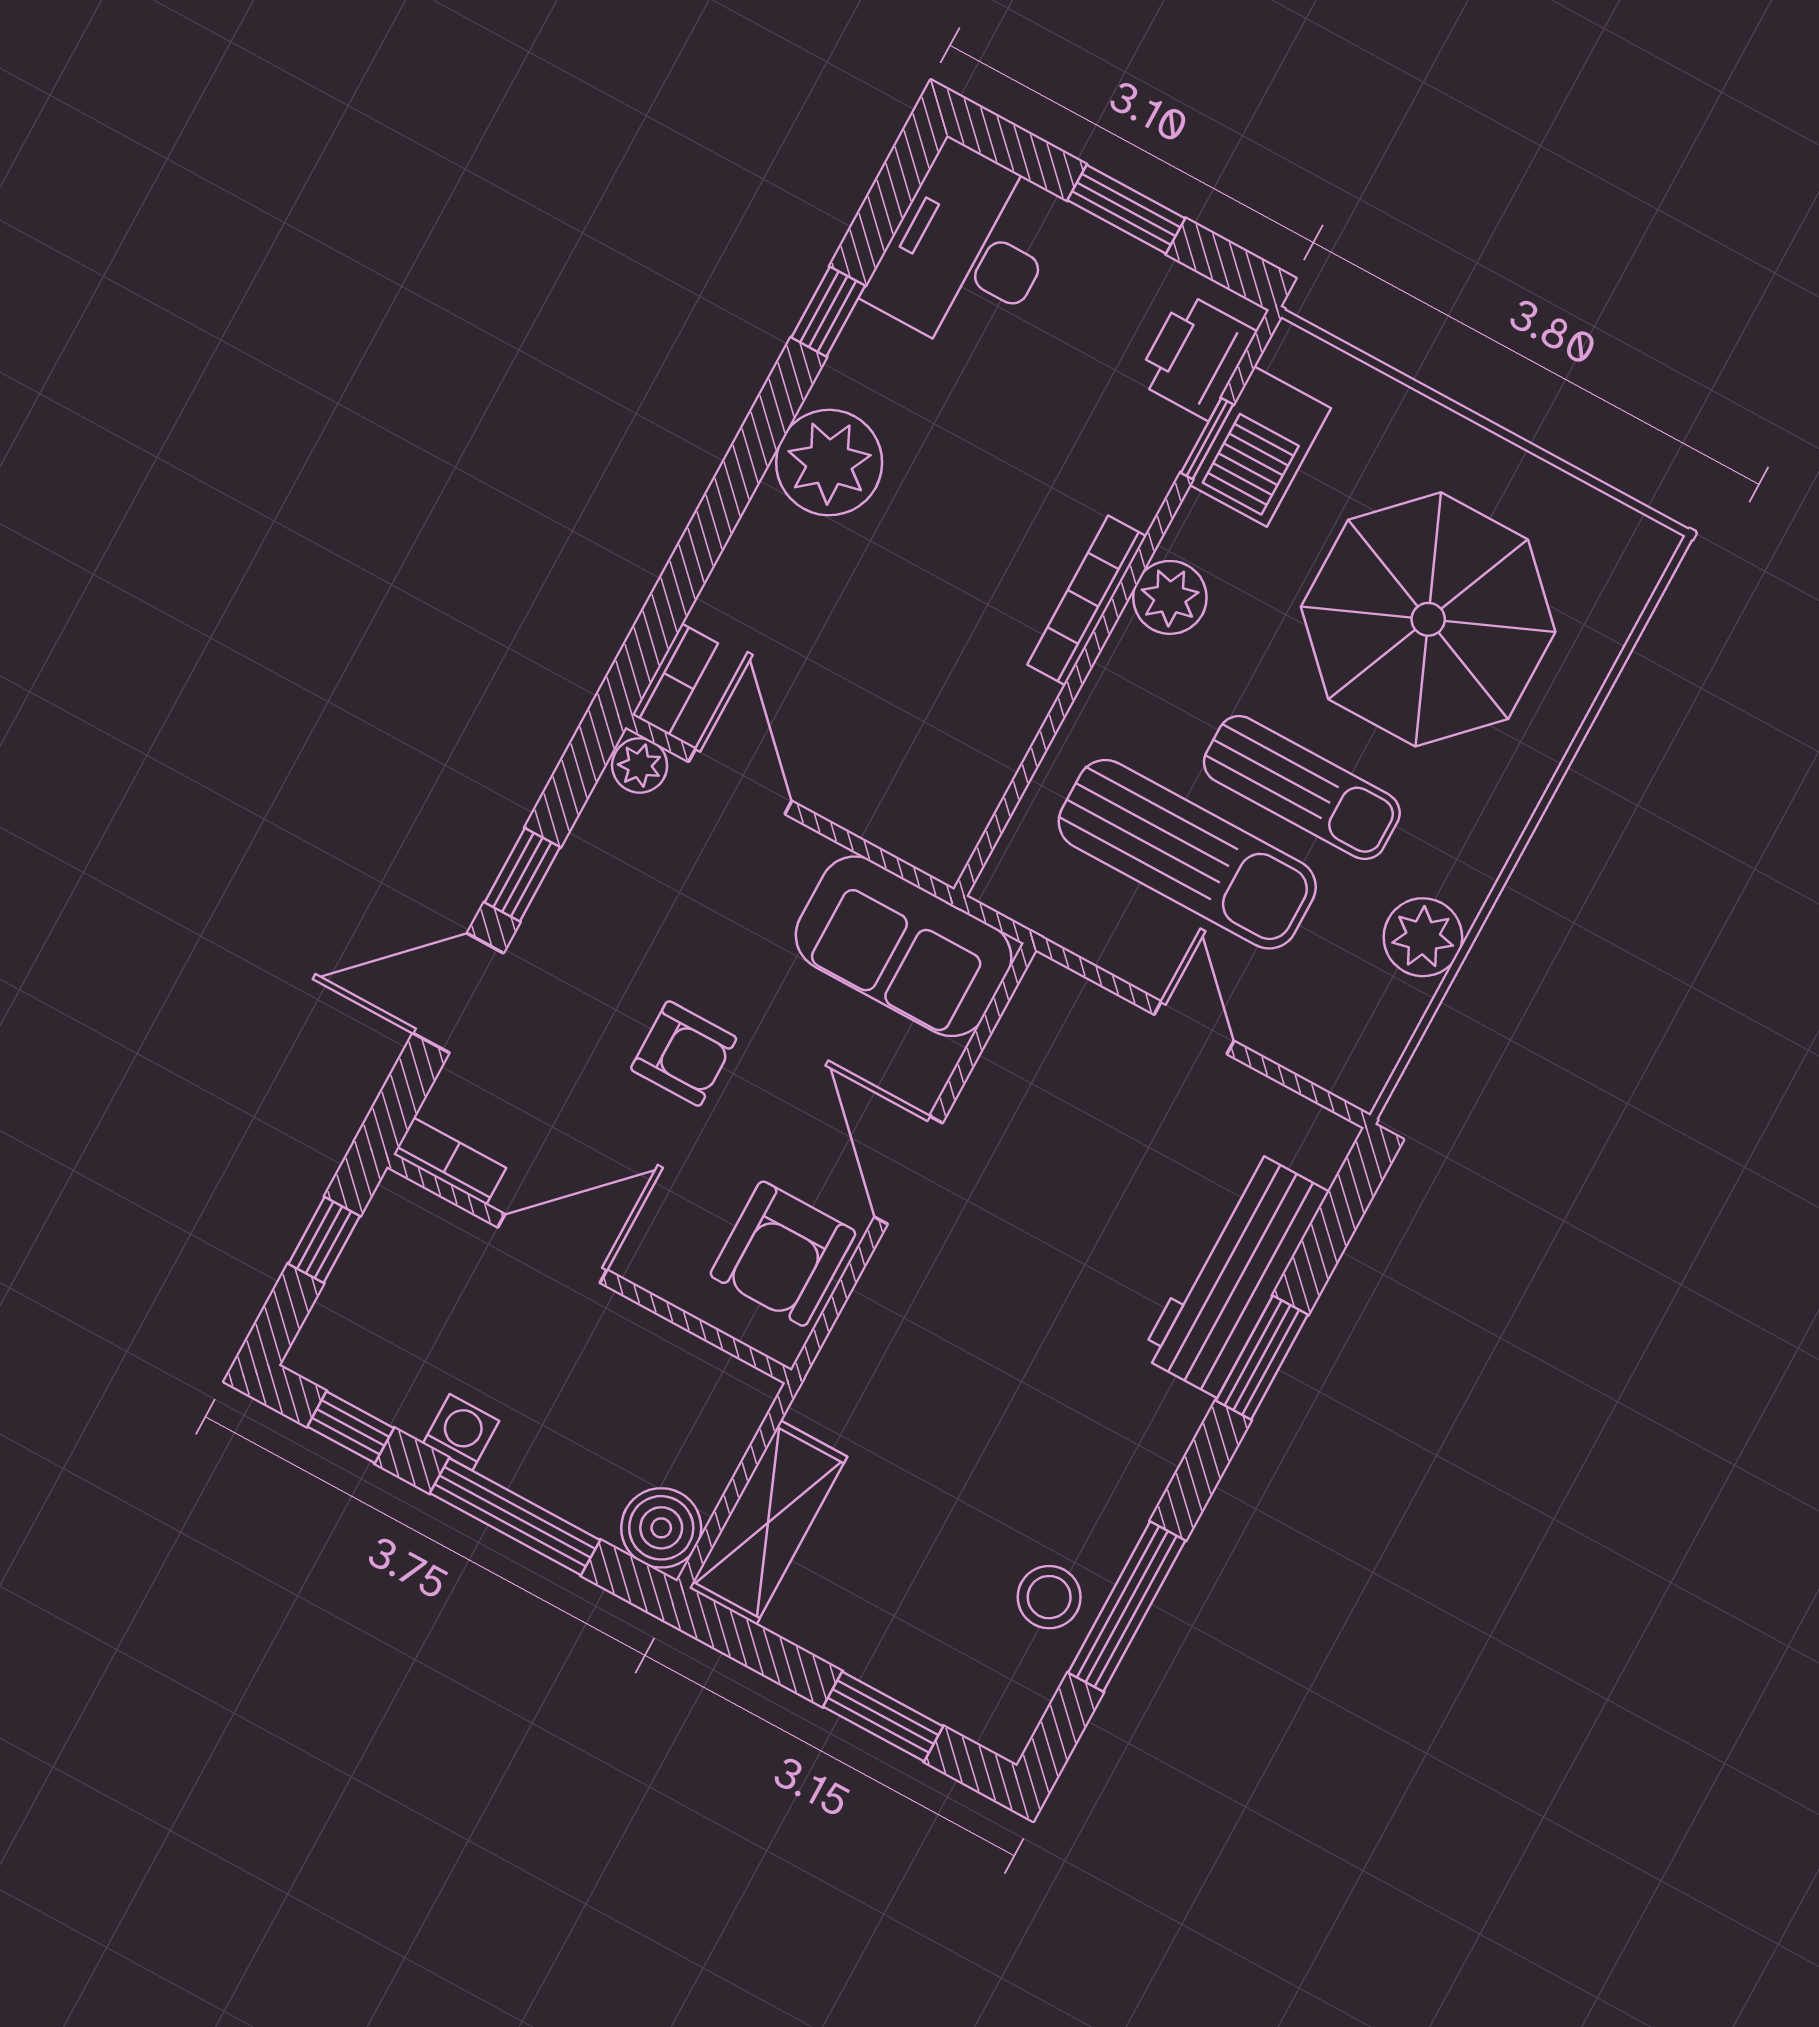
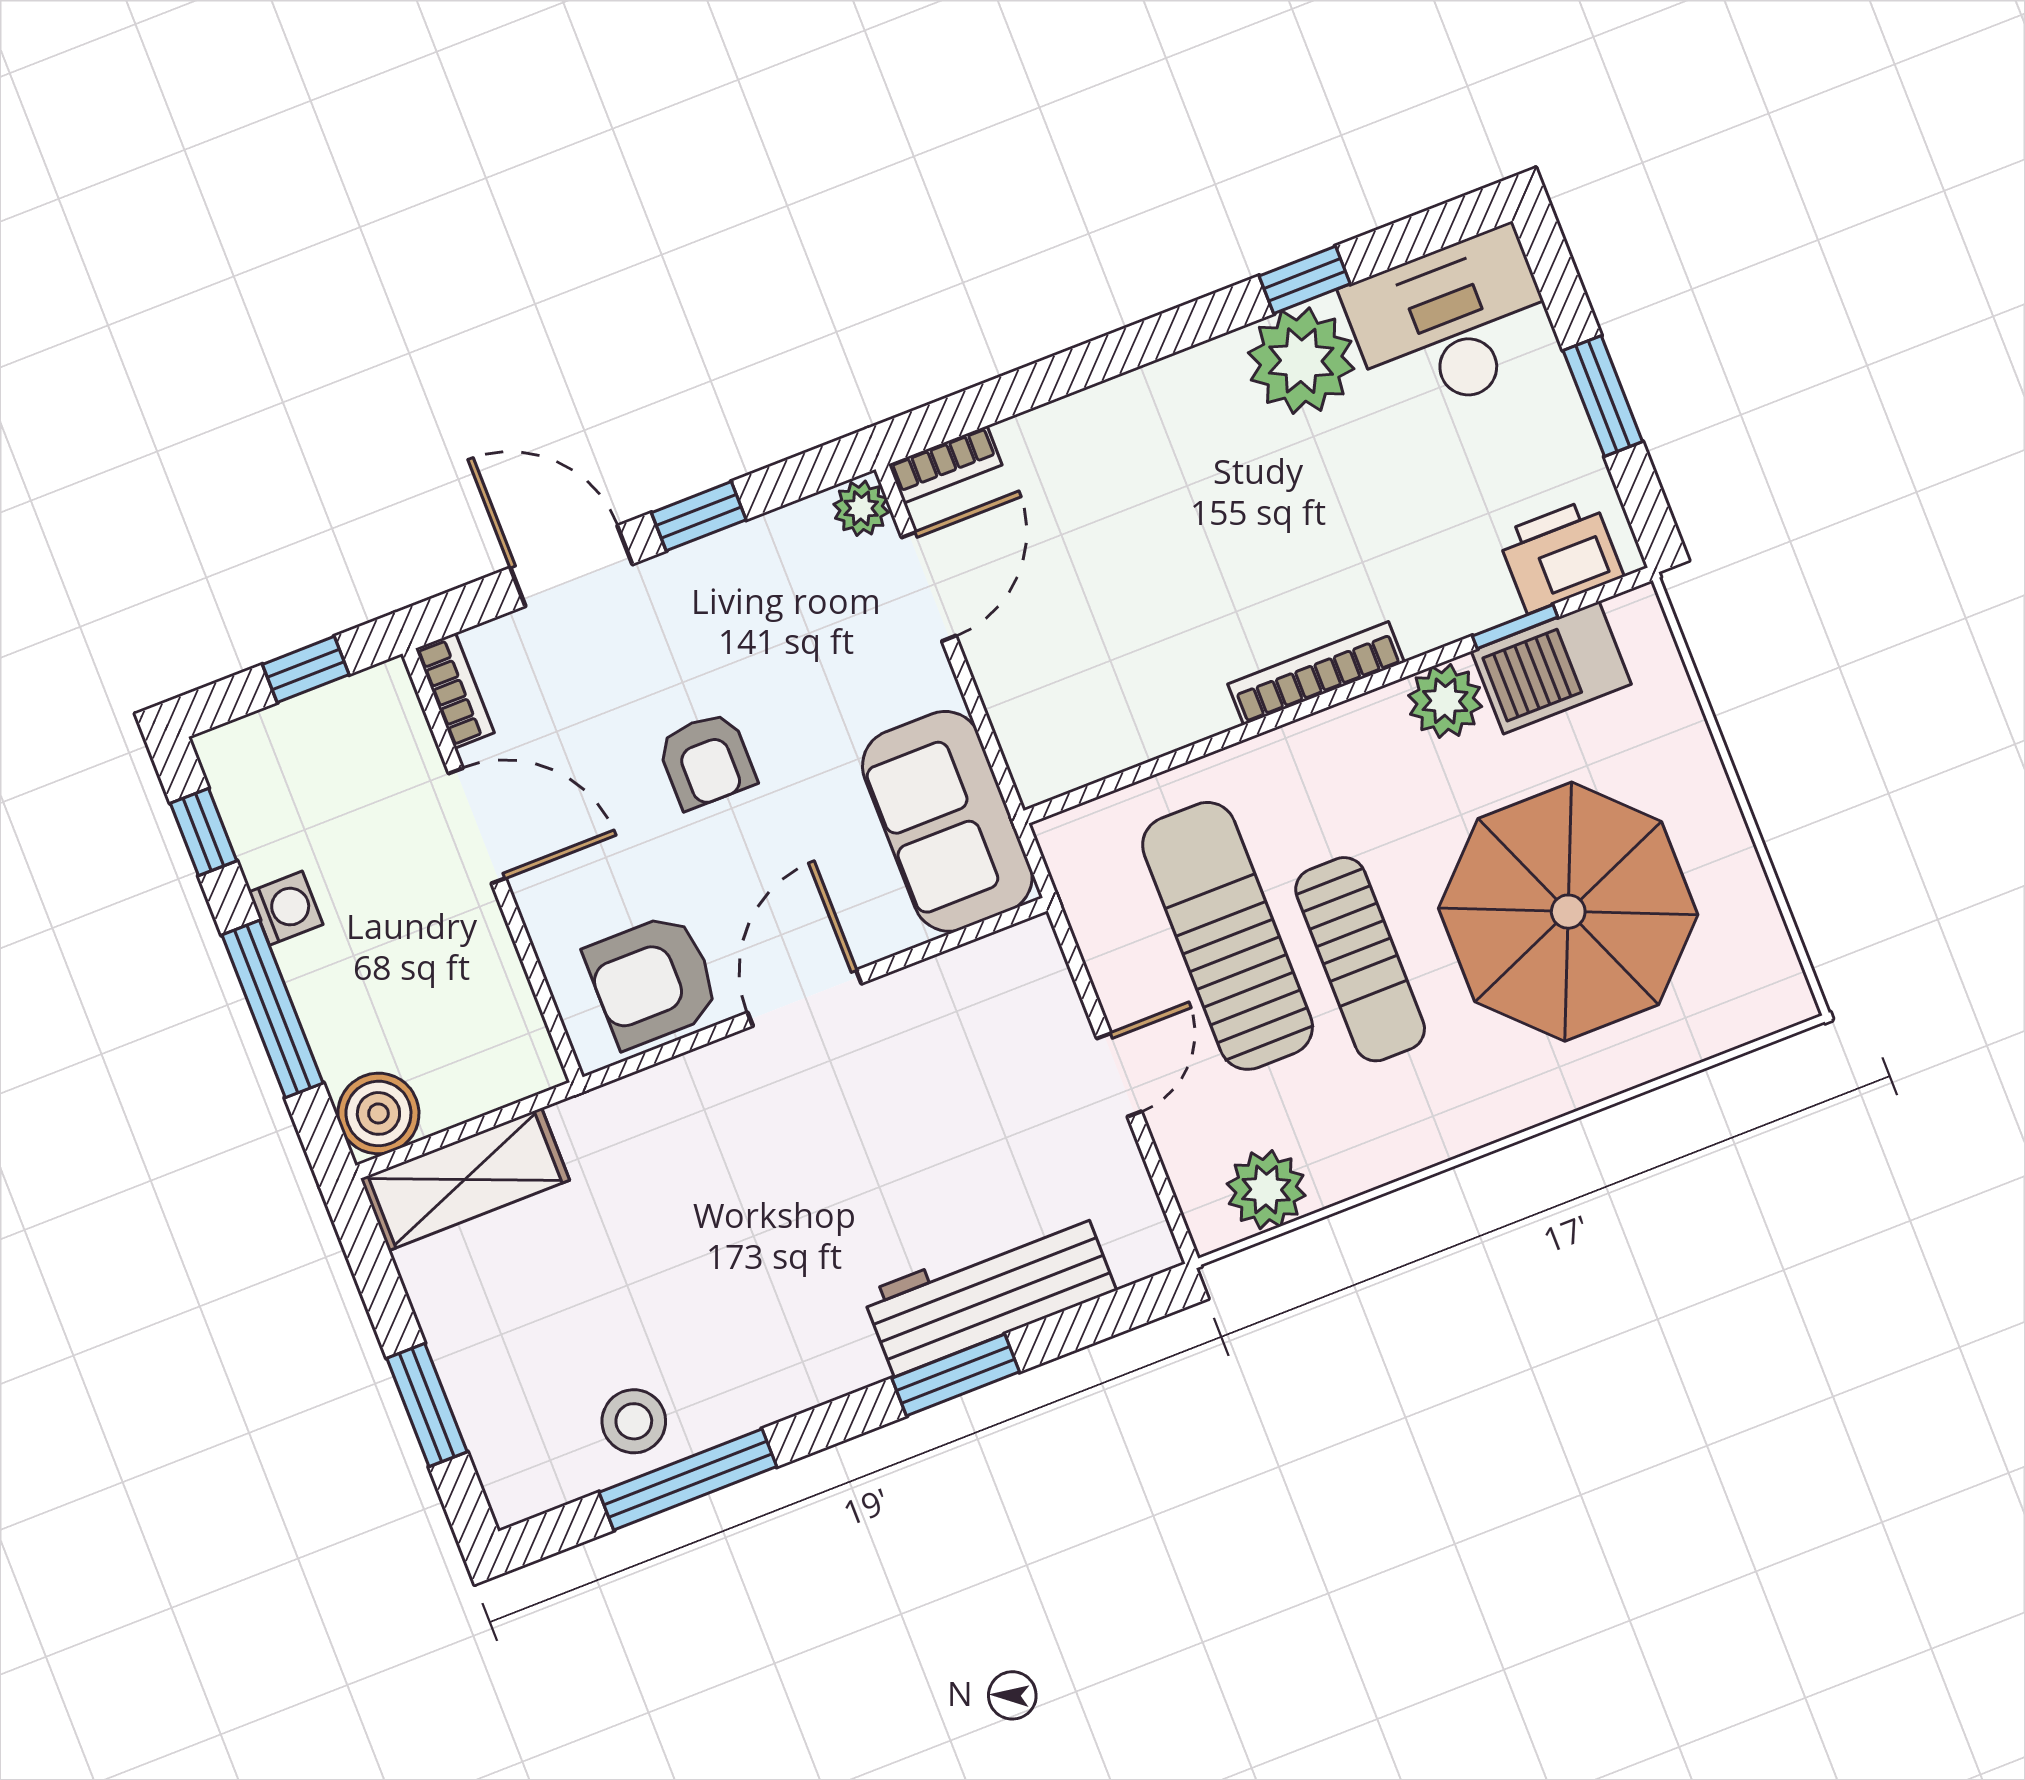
plant: (829, 463) -> (1301, 361), moved
plant: (1170, 597) -> (1445, 701), moved
sun lounger: (1187, 854) -> (1228, 936), turned 180
plant: (1423, 937) -> (1266, 1190), moved

